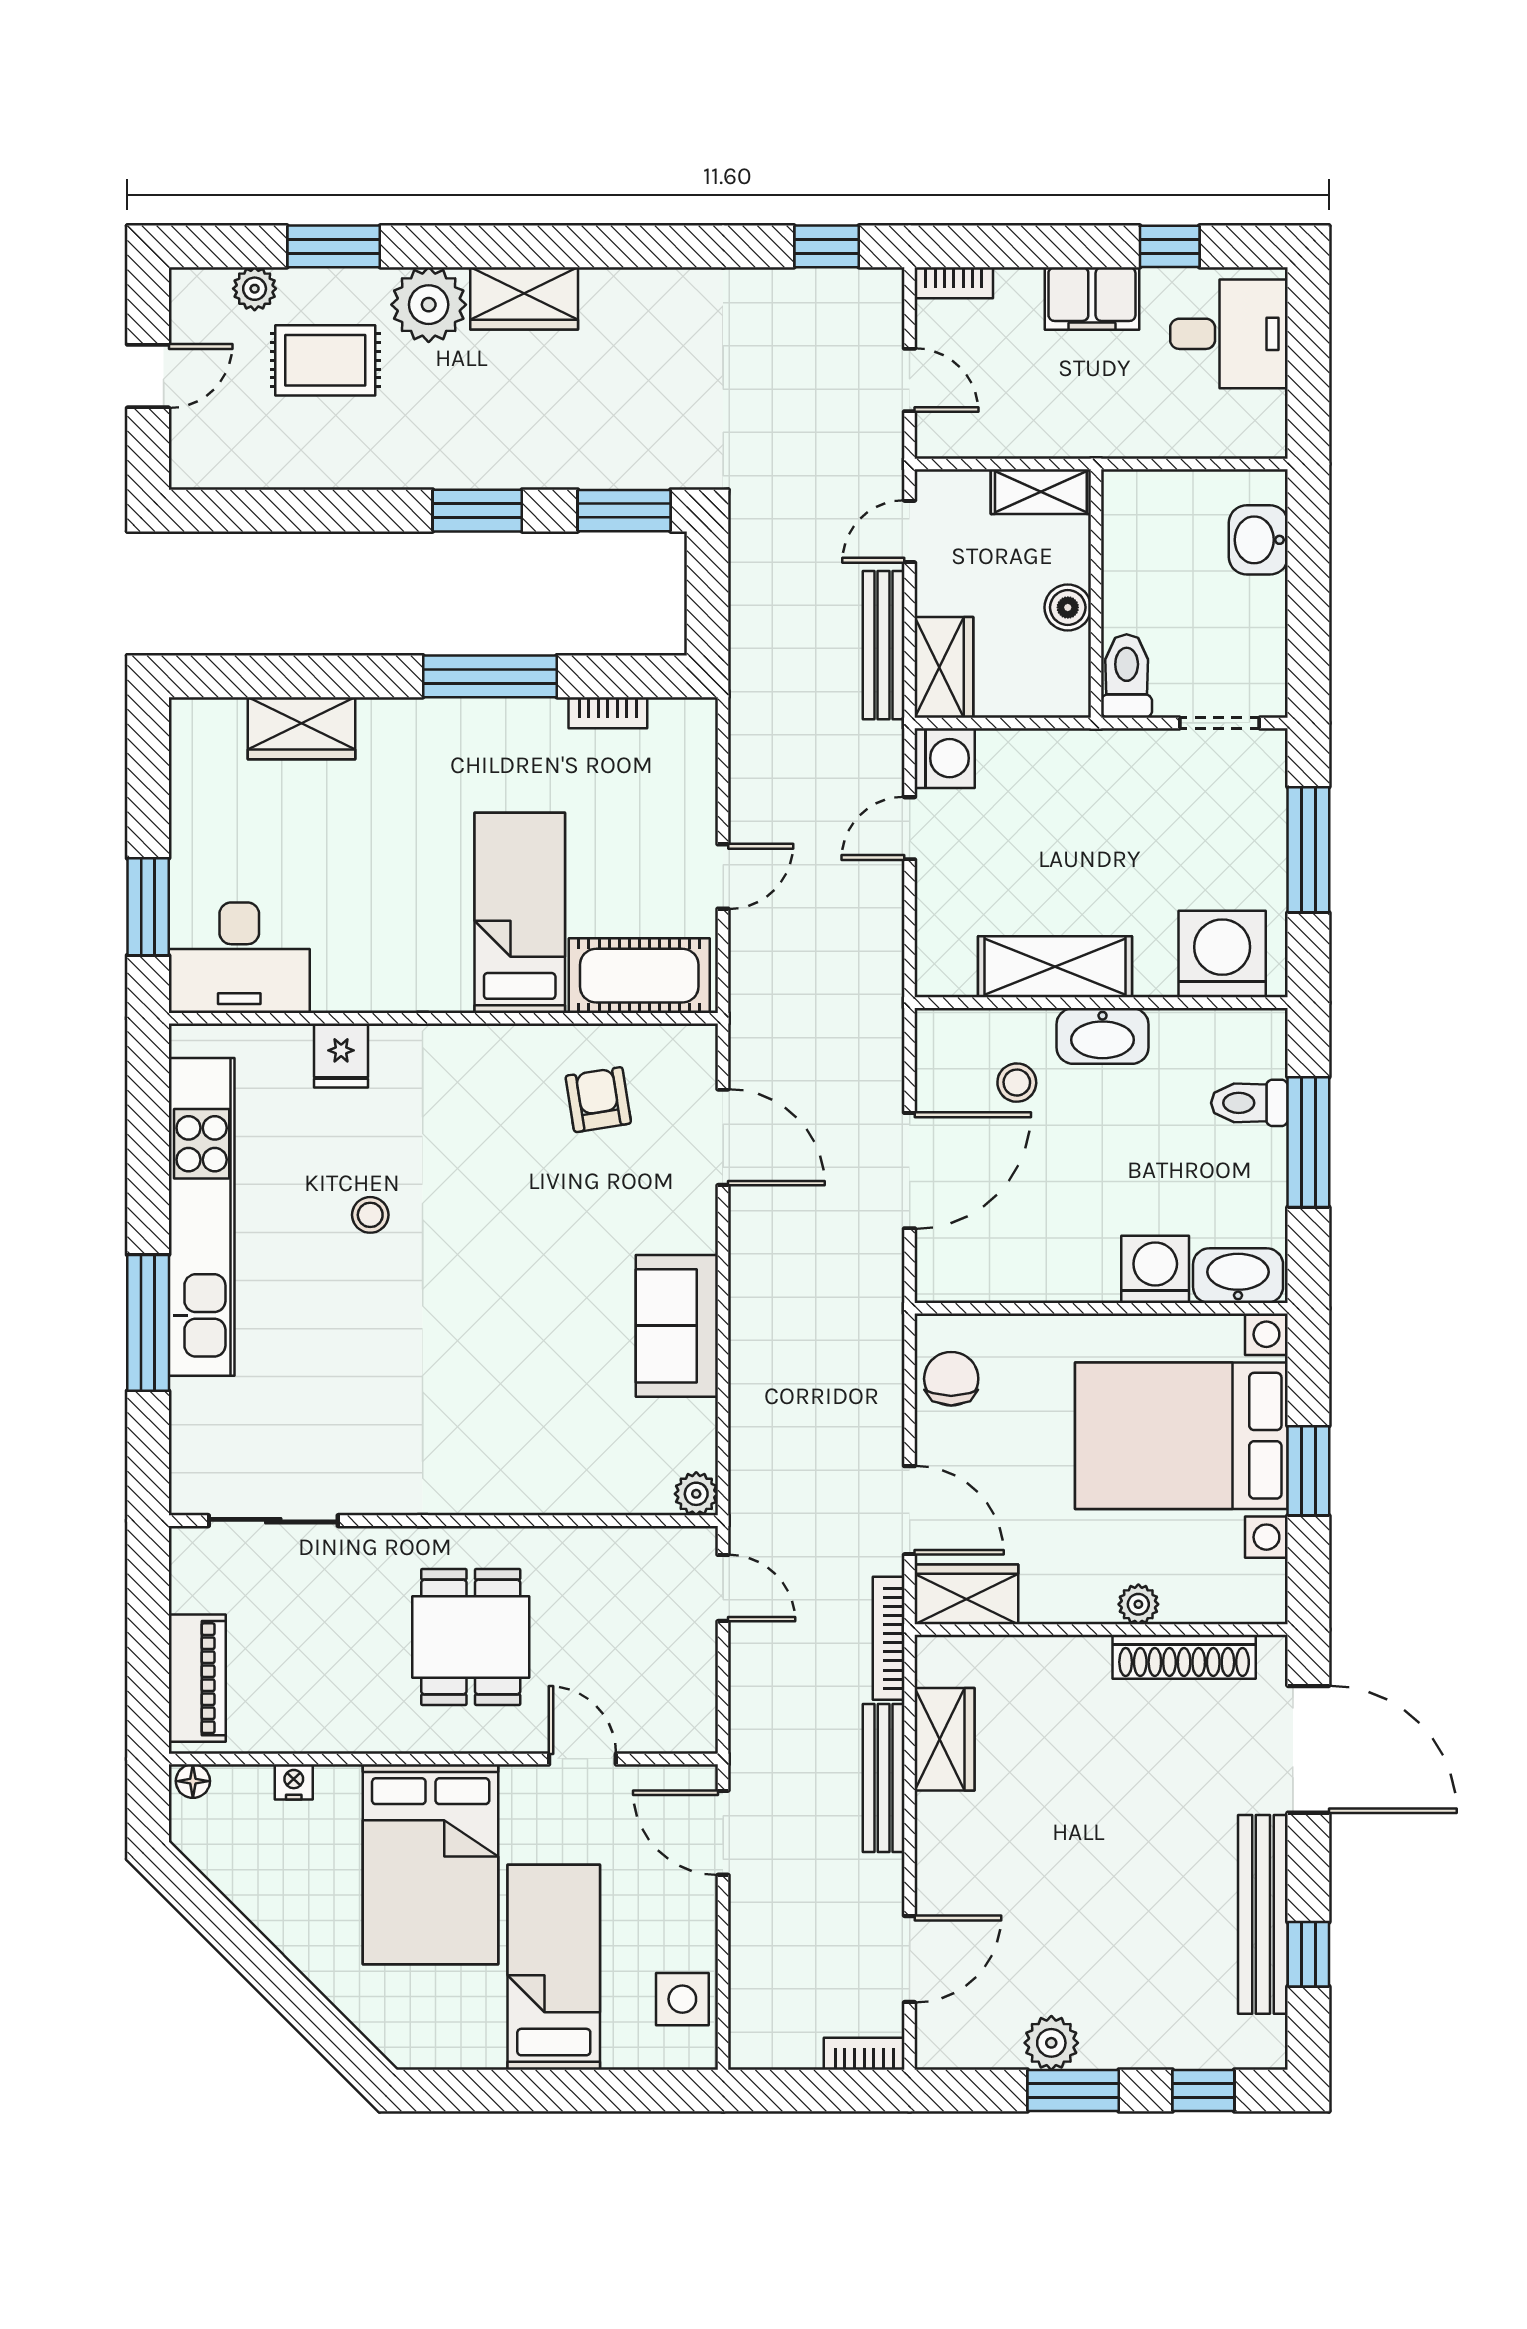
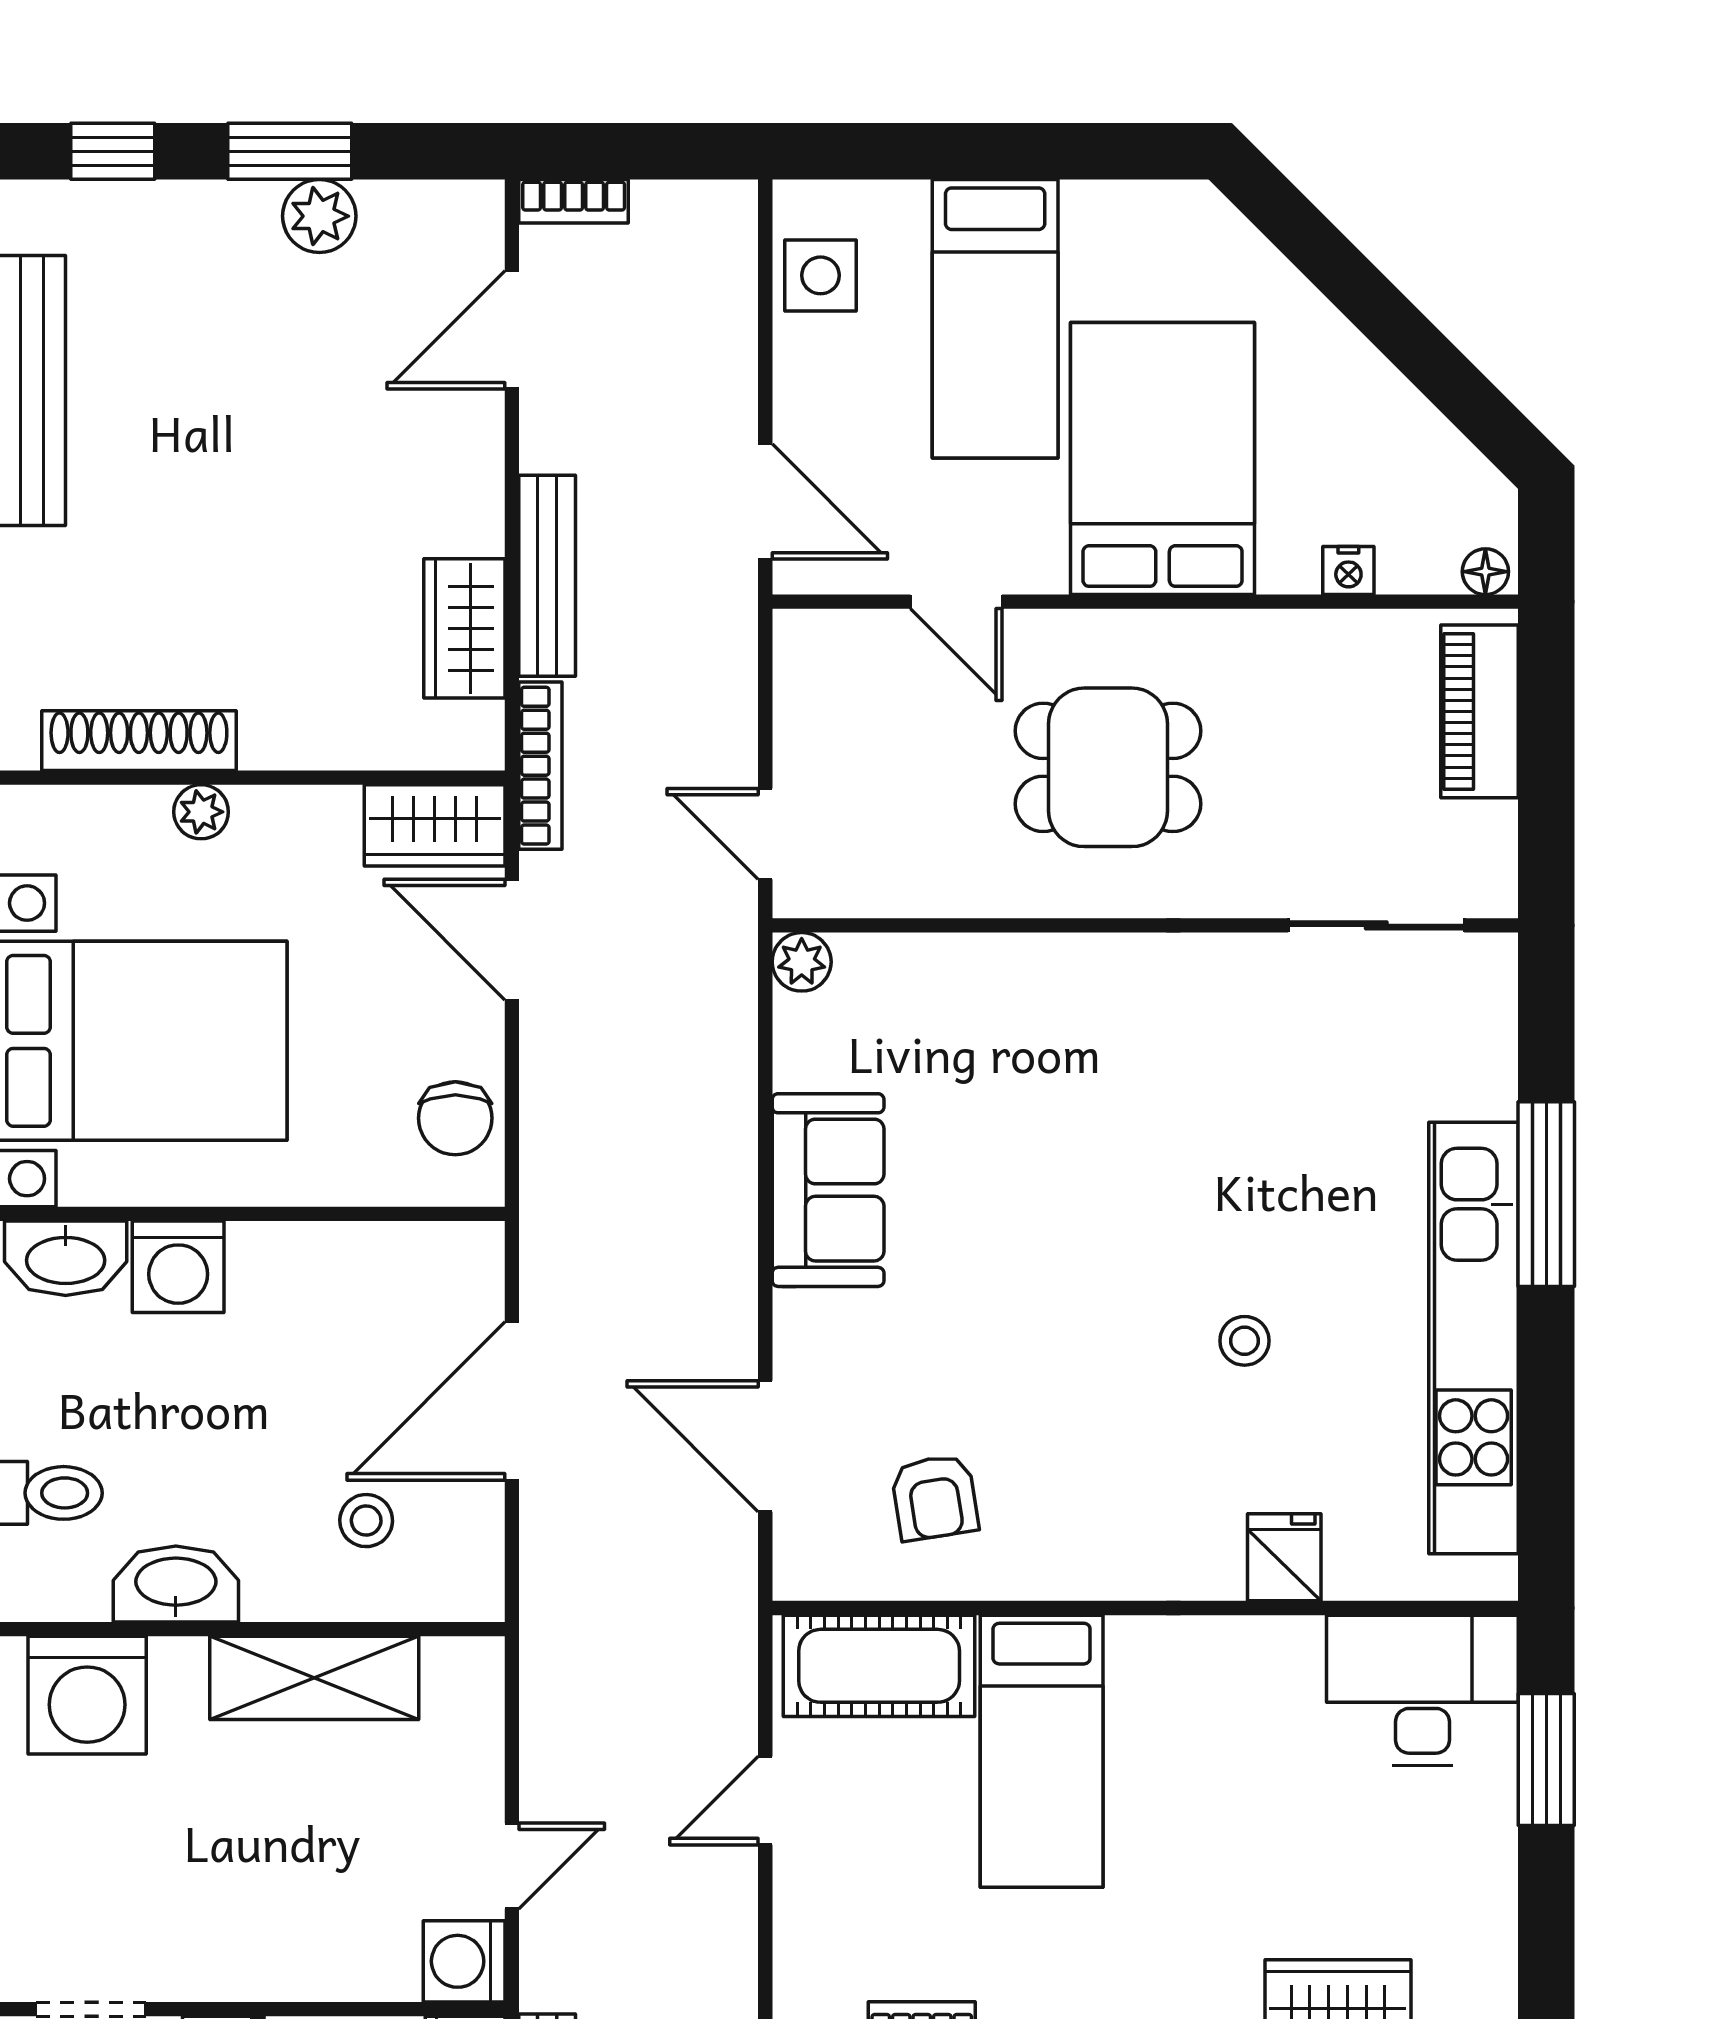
washbasin: (1103, 1036) -> (176, 1584), moved
dining table: (471, 1637) -> (1108, 767), turned 90

